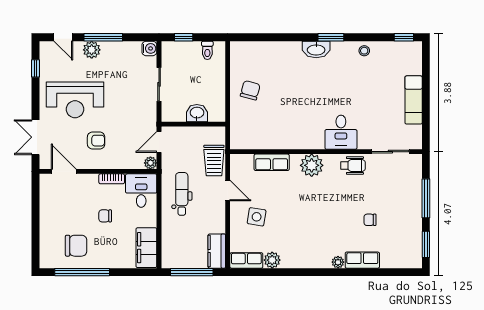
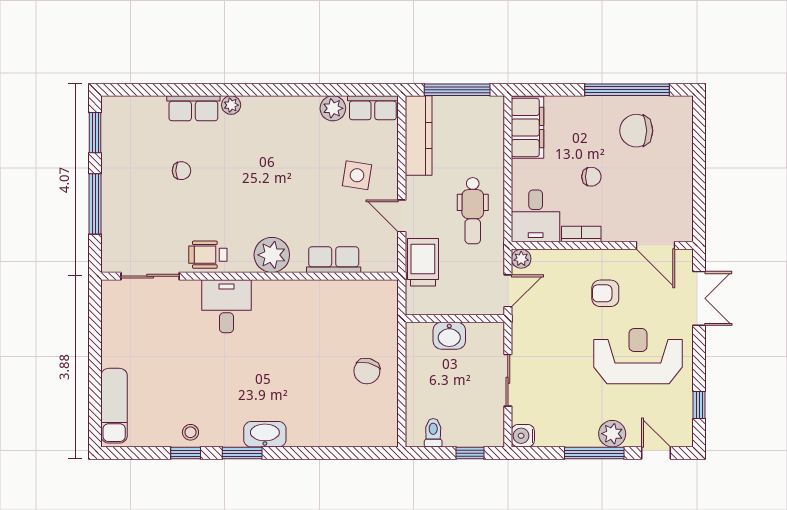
window: (404, 37) -> (186, 453), moved
exam couch: (414, 100) -> (114, 406), moved
kitchen counter: (217, 251) -> (419, 136), width x1.50

